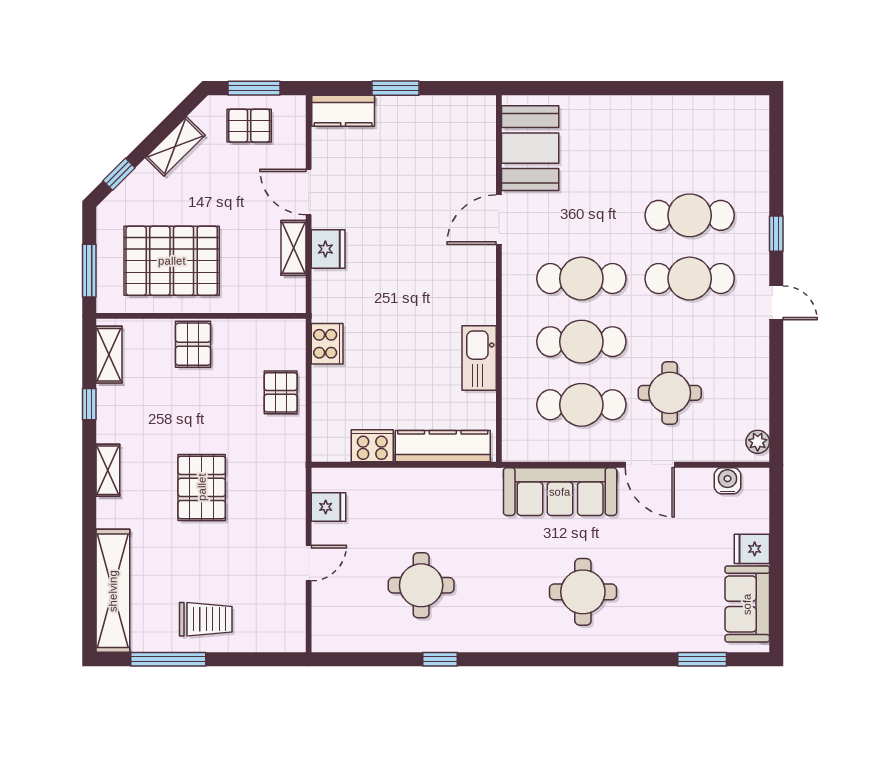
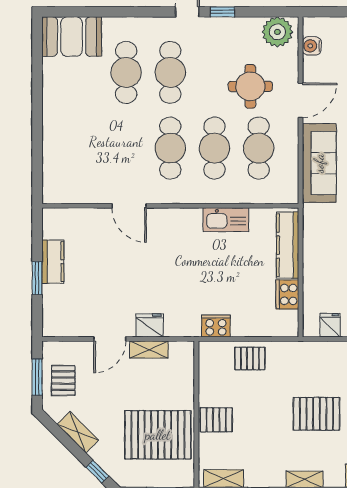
kitchen counter: (343, 111) -> (53, 262), moved
booth: (530, 148) -> (72, 37), moved
window: (776, 234) -> (222, 12), moved
pallet: (172, 261) -> (158, 435), turned 90
plant: (758, 442) -> (277, 32), width x1.88, depth x1.88

